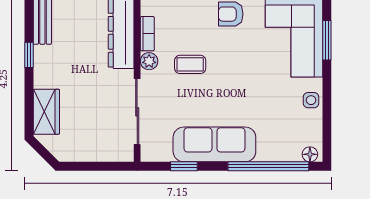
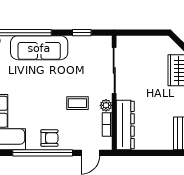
sofa: (214, 144) -> (39, 48), moved

